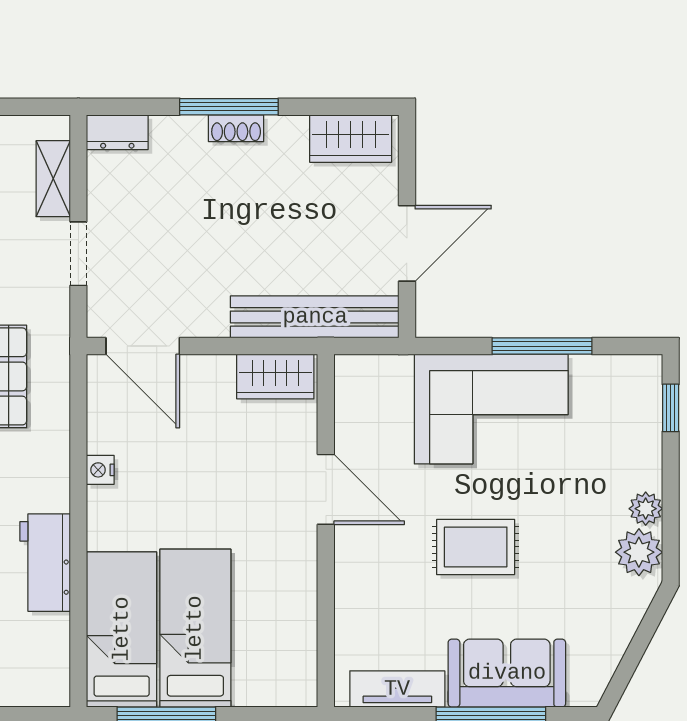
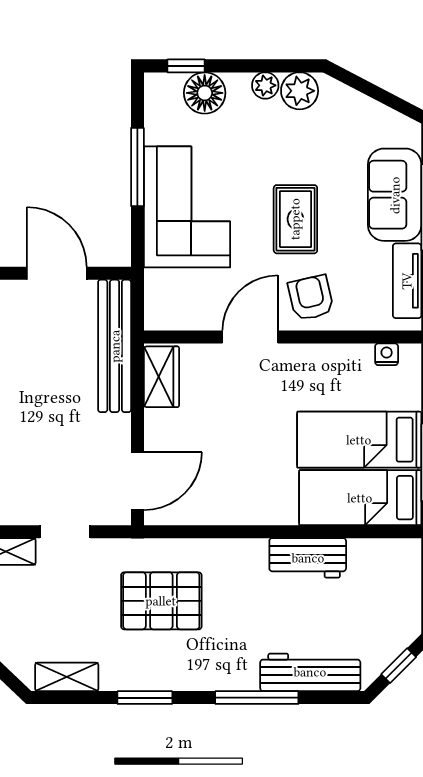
floor lamp: (636, 432) -> (205, 93), added
nightstand: (100, 470) -> (387, 354), moved, turned 180
armchair: (376, 567) -> (311, 298), added

